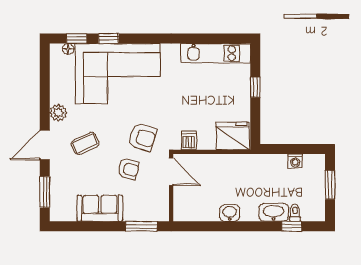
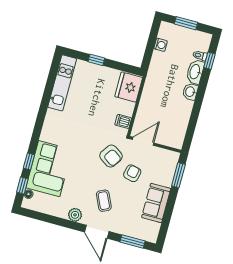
corner sofa: (118, 74) -> (49, 169), width x0.73, depth x0.74
armchair: (142, 137) -> (111, 156), turned 108
washbasin: (230, 213) -> (190, 92), moved

